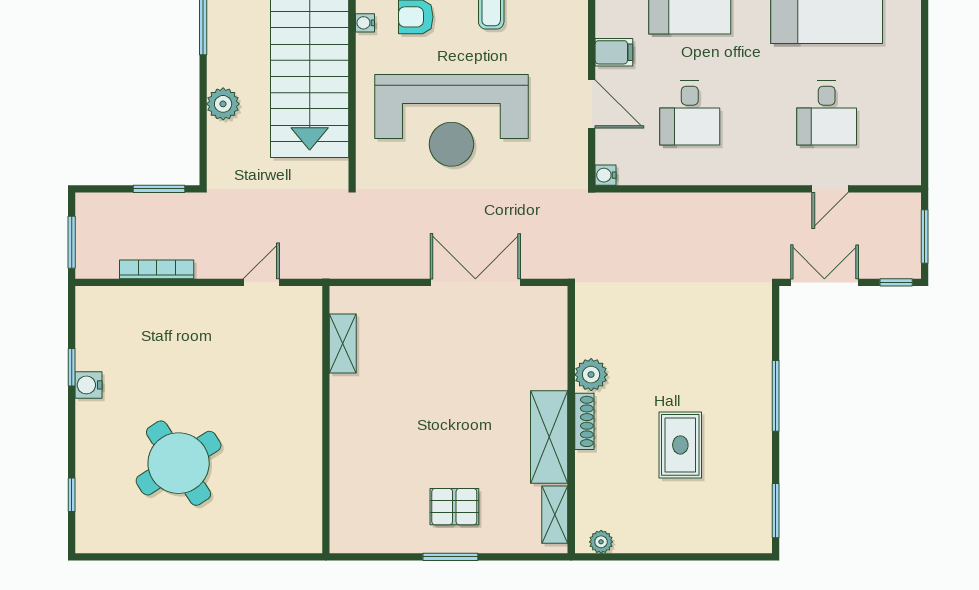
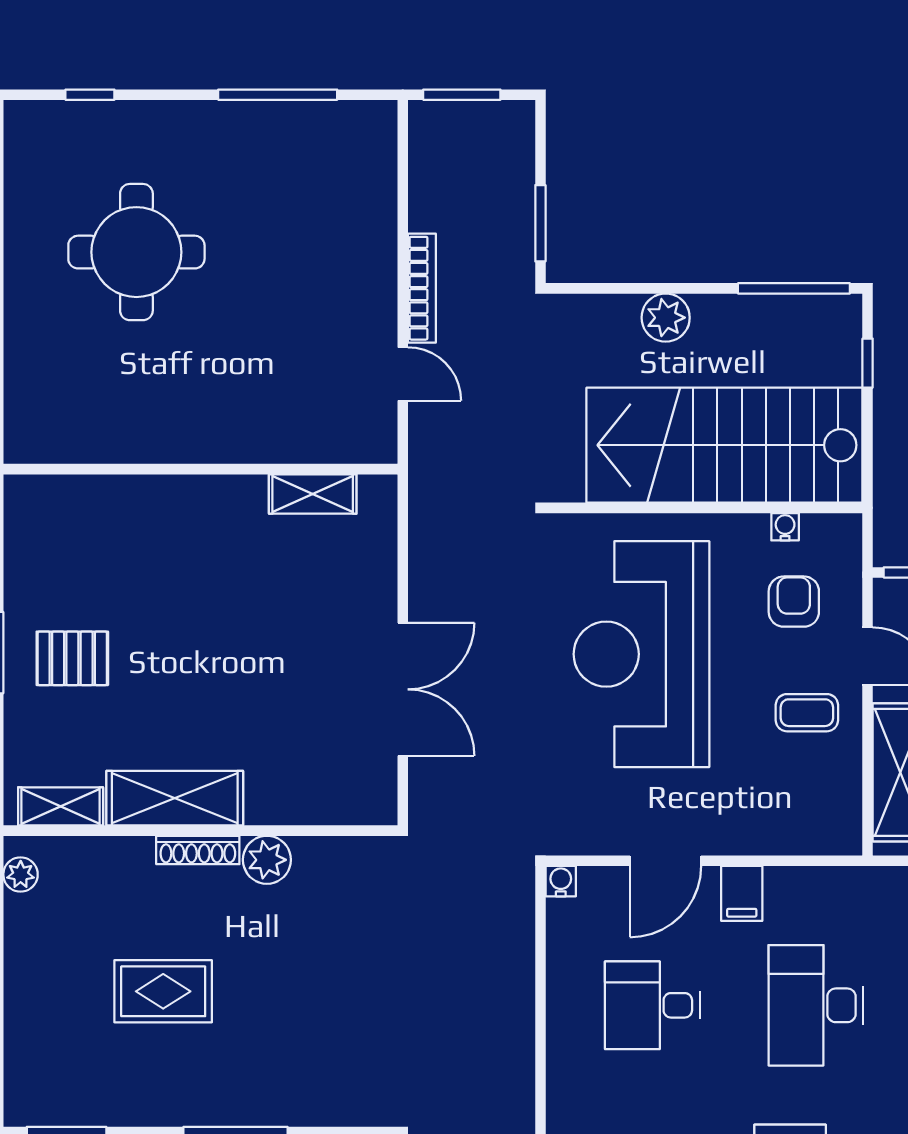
bookcase: (157, 269) -> (422, 288), moved
window: (72, 367) -> (278, 95), width x2.17
water cooler: (89, 385) -> (252, 119), removed
round table: (179, 463) -> (136, 252), turned 33
pallet: (454, 507) -> (72, 658), turned 90

